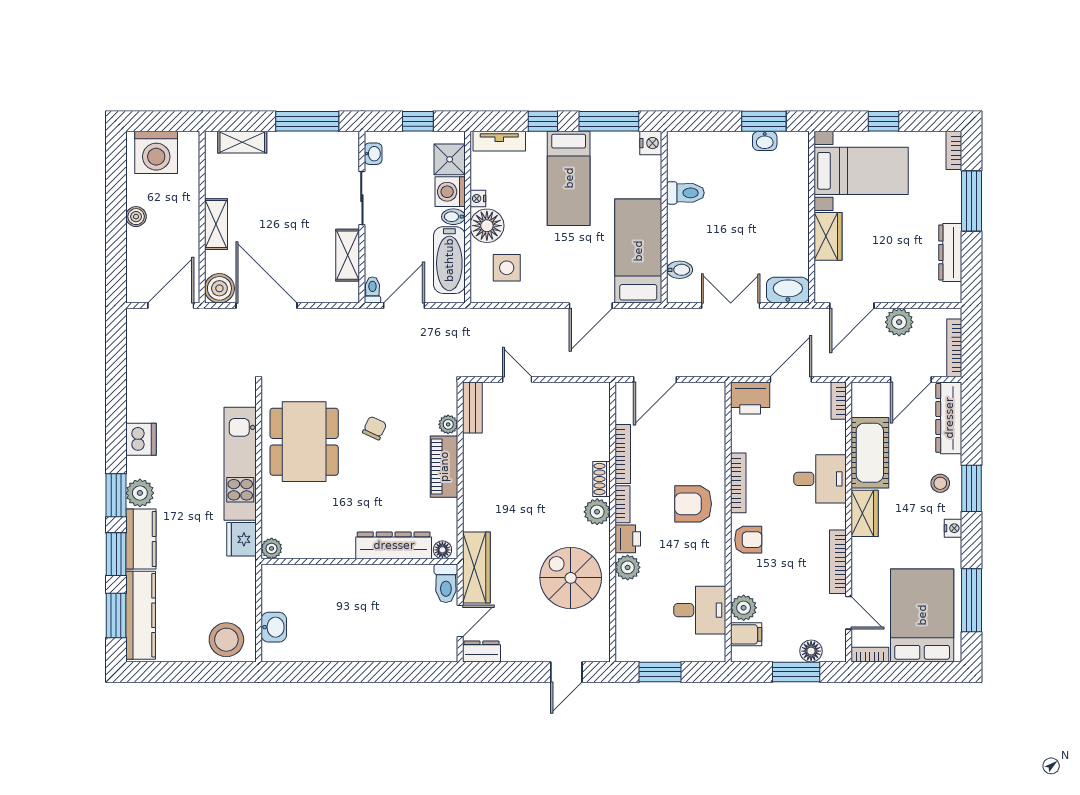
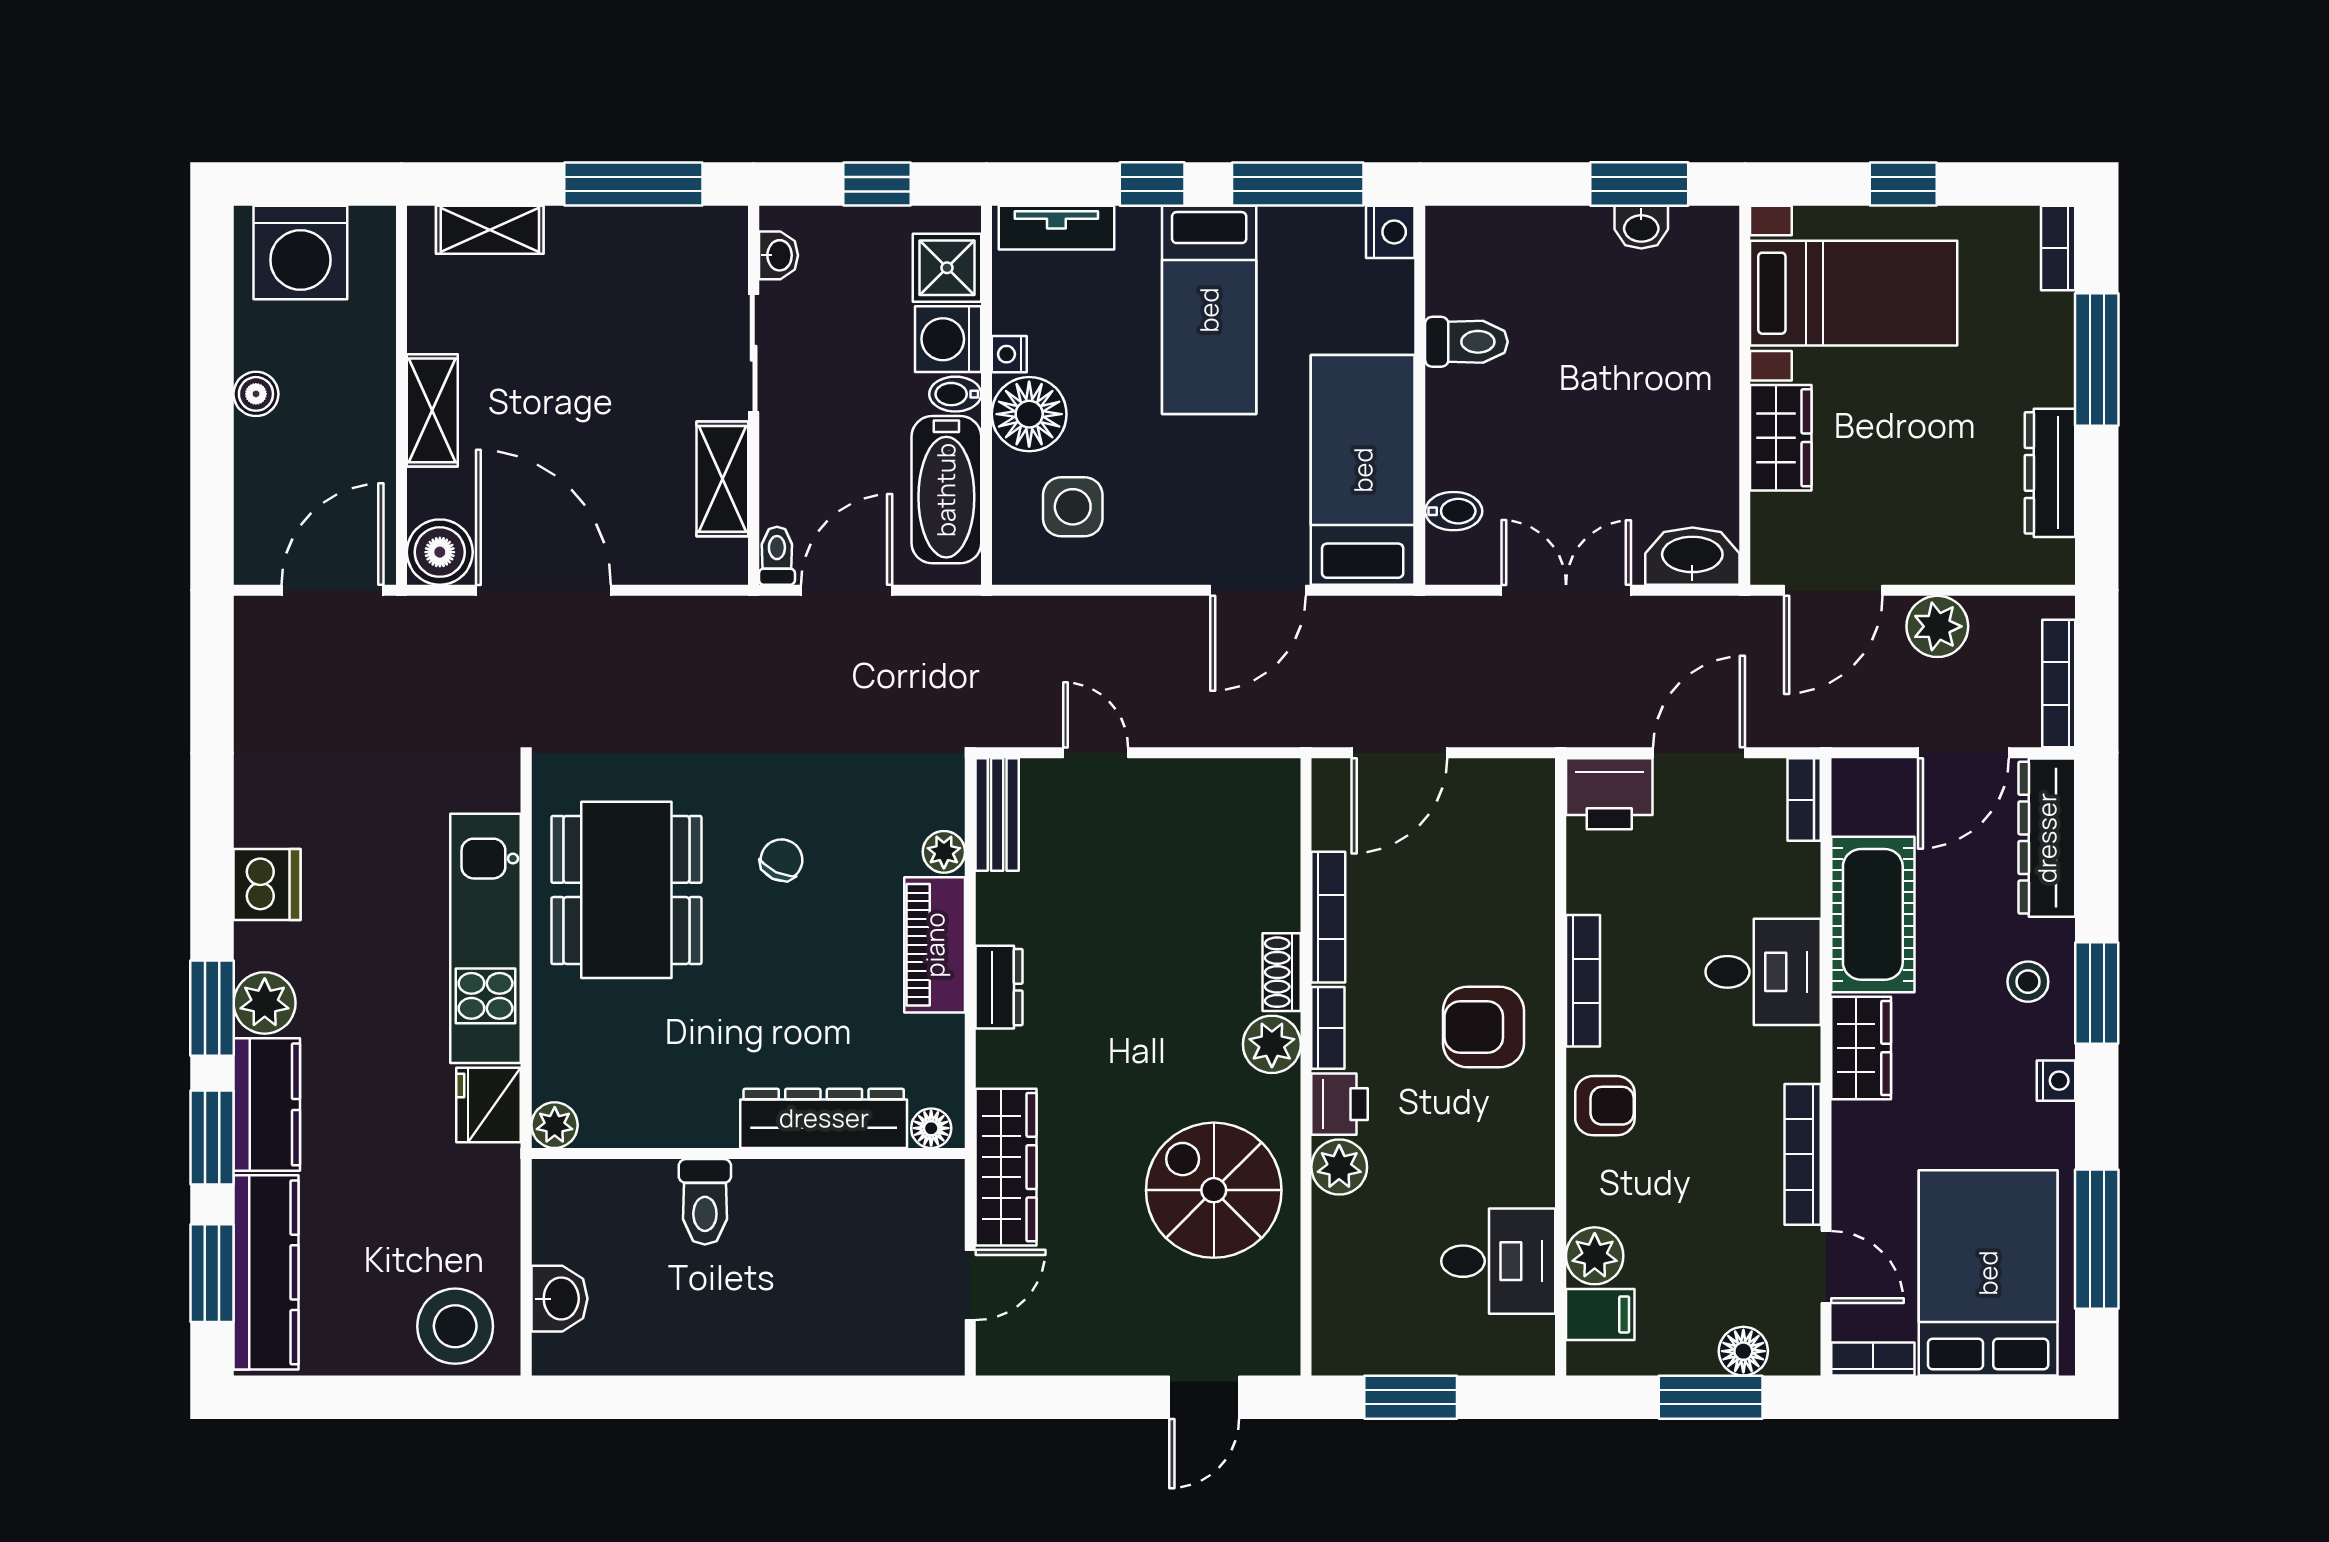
toilet: (446, 583) -> (705, 1202), moved
dresser: (481, 652) -> (999, 987), moved, turned 90

